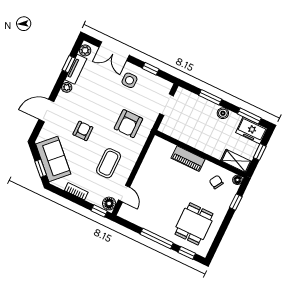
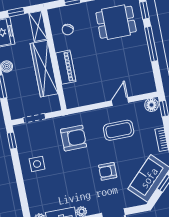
double door: (114, 51) -> (23, 195), removed
window: (151, 69) -> (12, 141), moved
wardrobe: (200, 141) -> (44, 69), added
floor lamp: (237, 180) -> (53, 13), removed
door: (124, 194) -> (120, 102), moved

